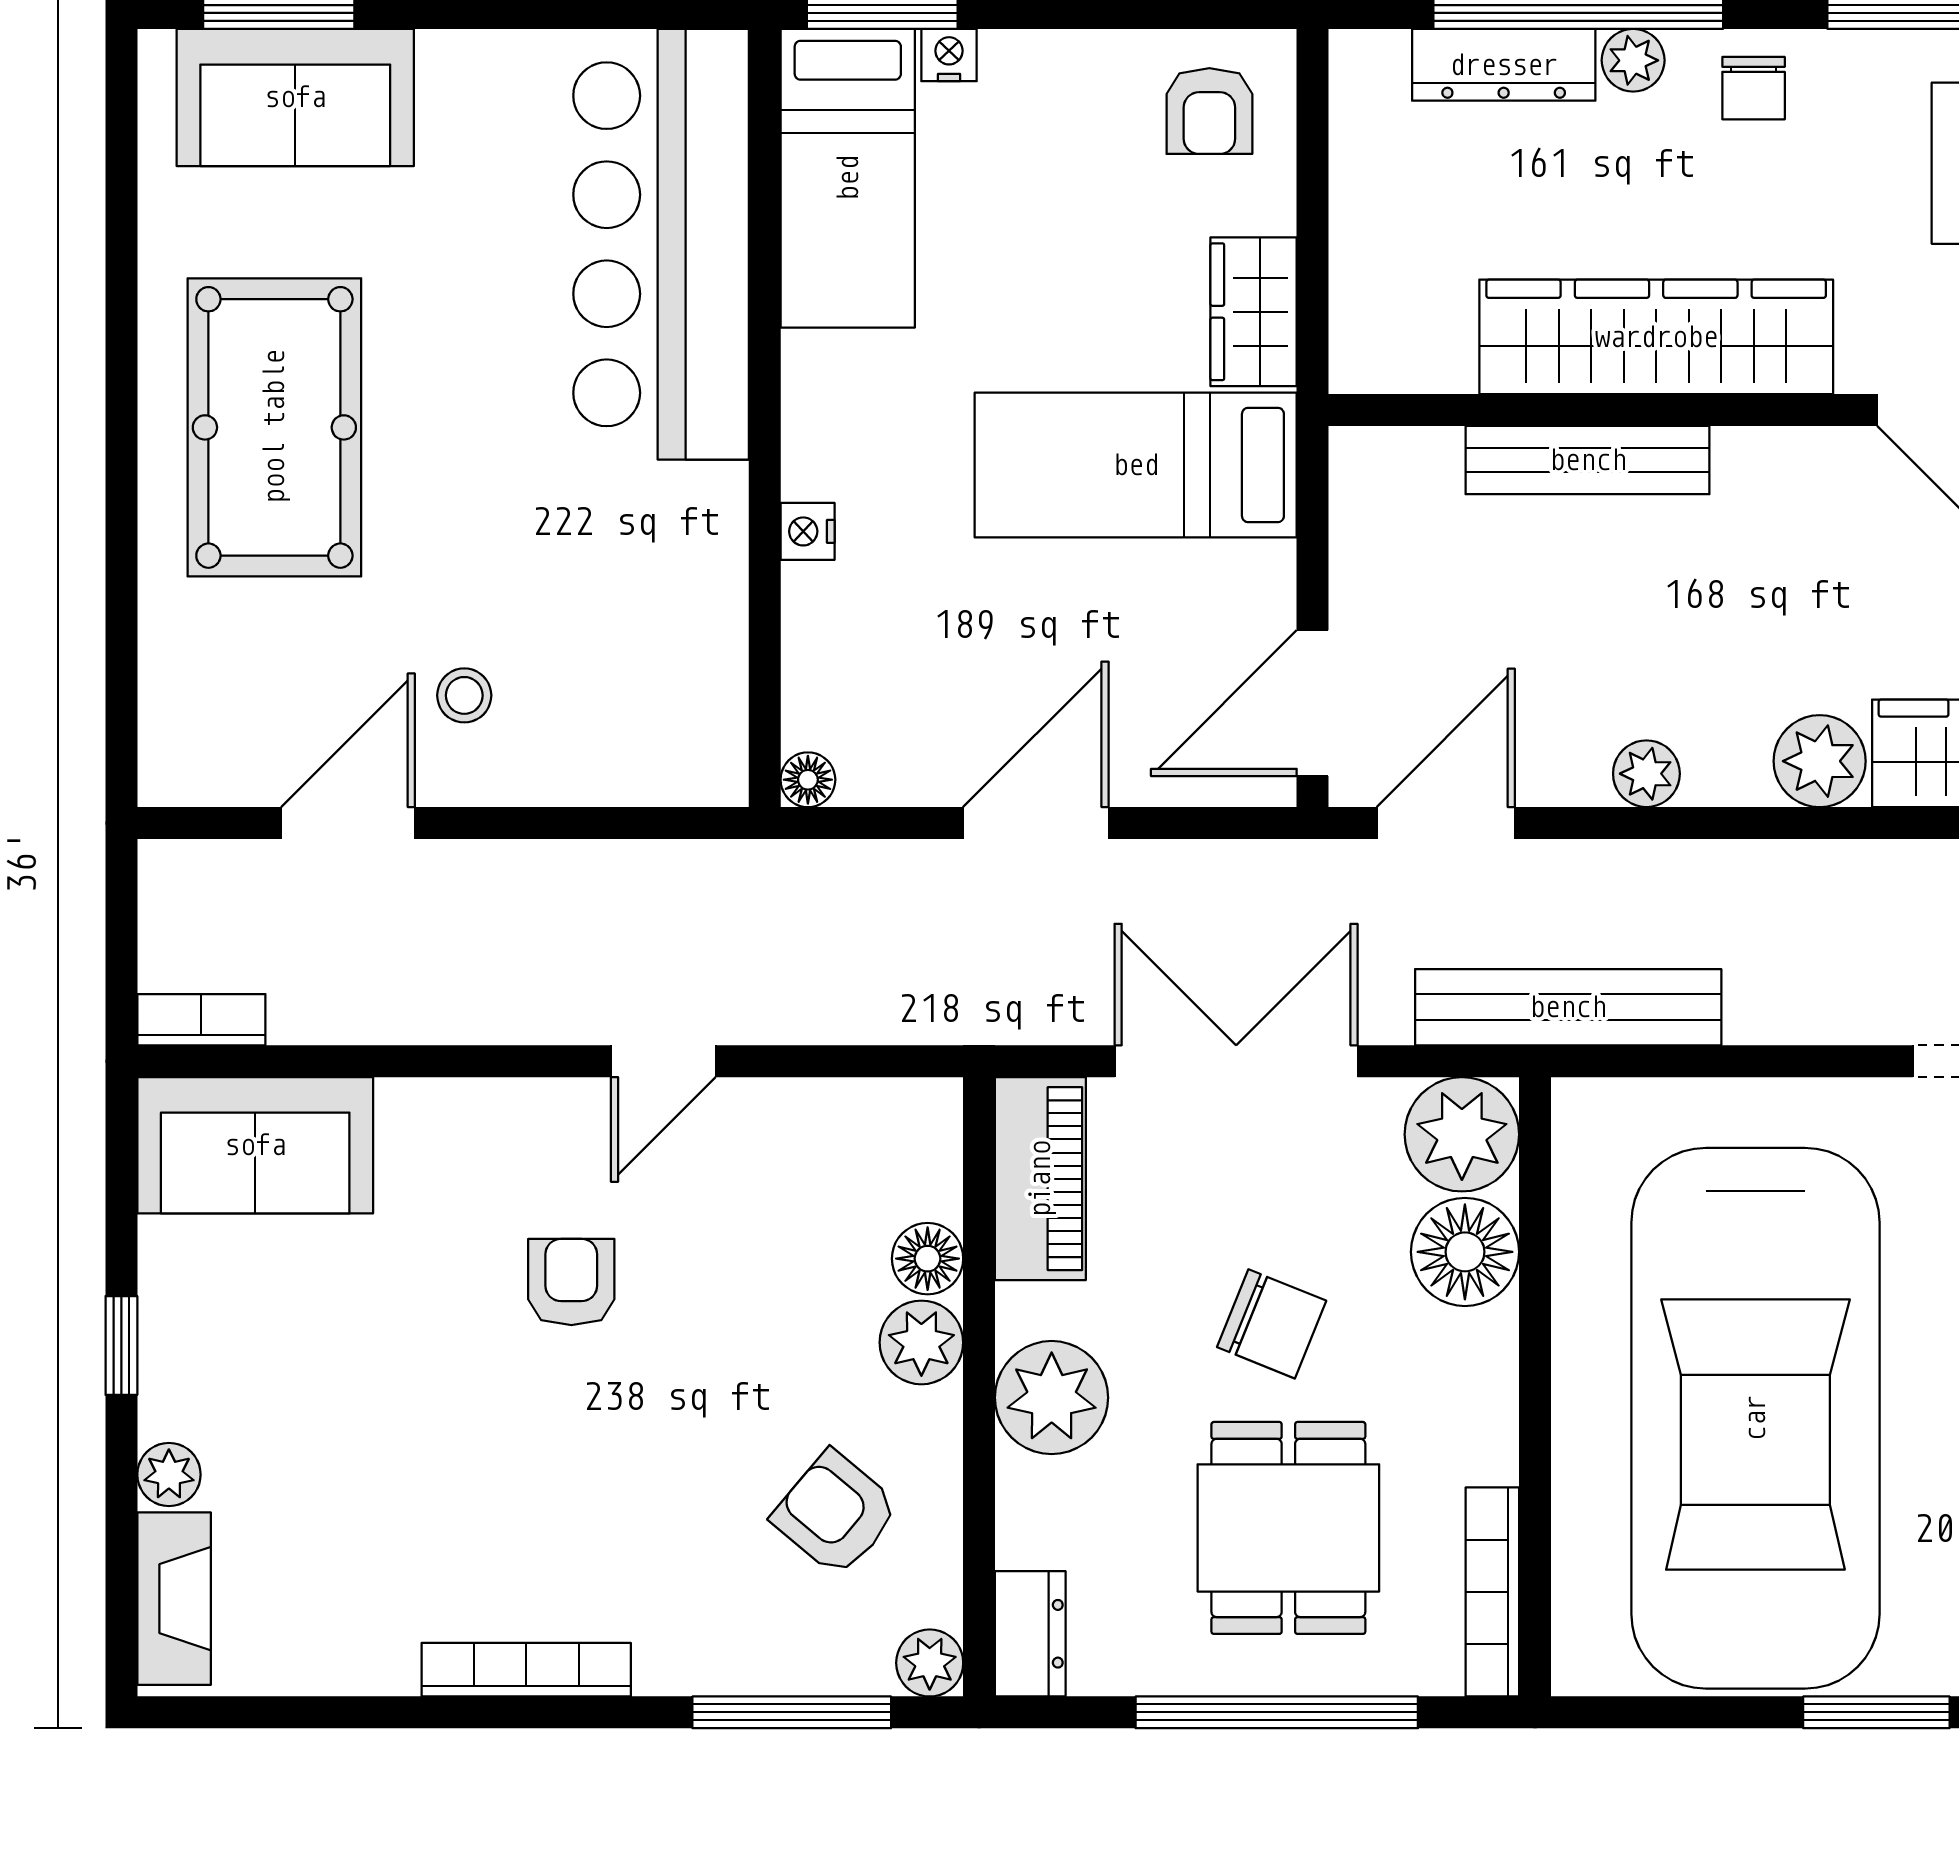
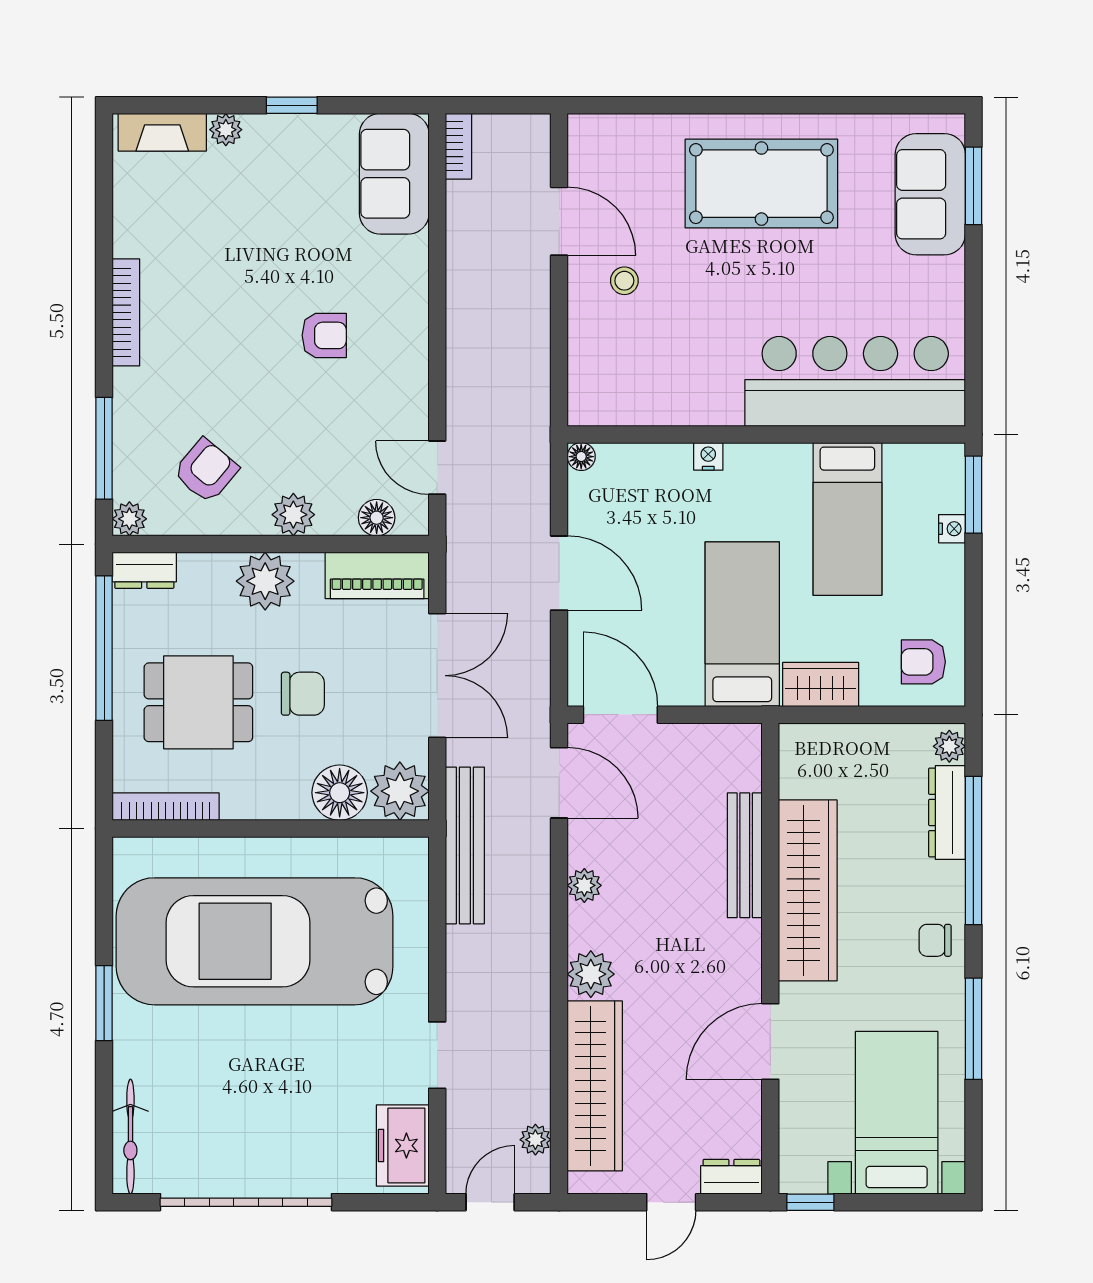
plant: (1633, 60) -> (949, 746), moved
bed: (848, 178) -> (847, 519), moved, turned -90
door: (663, 1061) -> (437, 468), moved
floor lamp: (928, 1259) -> (377, 518), moved
chair: (1272, 1324) -> (303, 694), turned -112
window: (1277, 1712) -> (104, 648), moved

